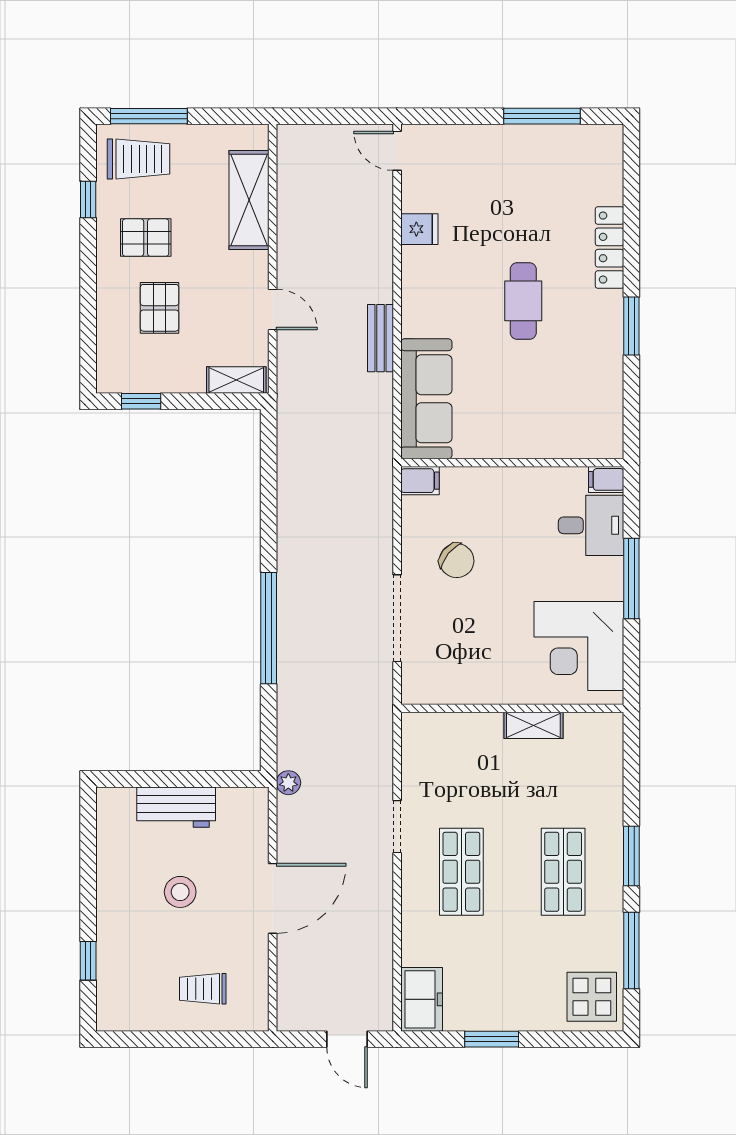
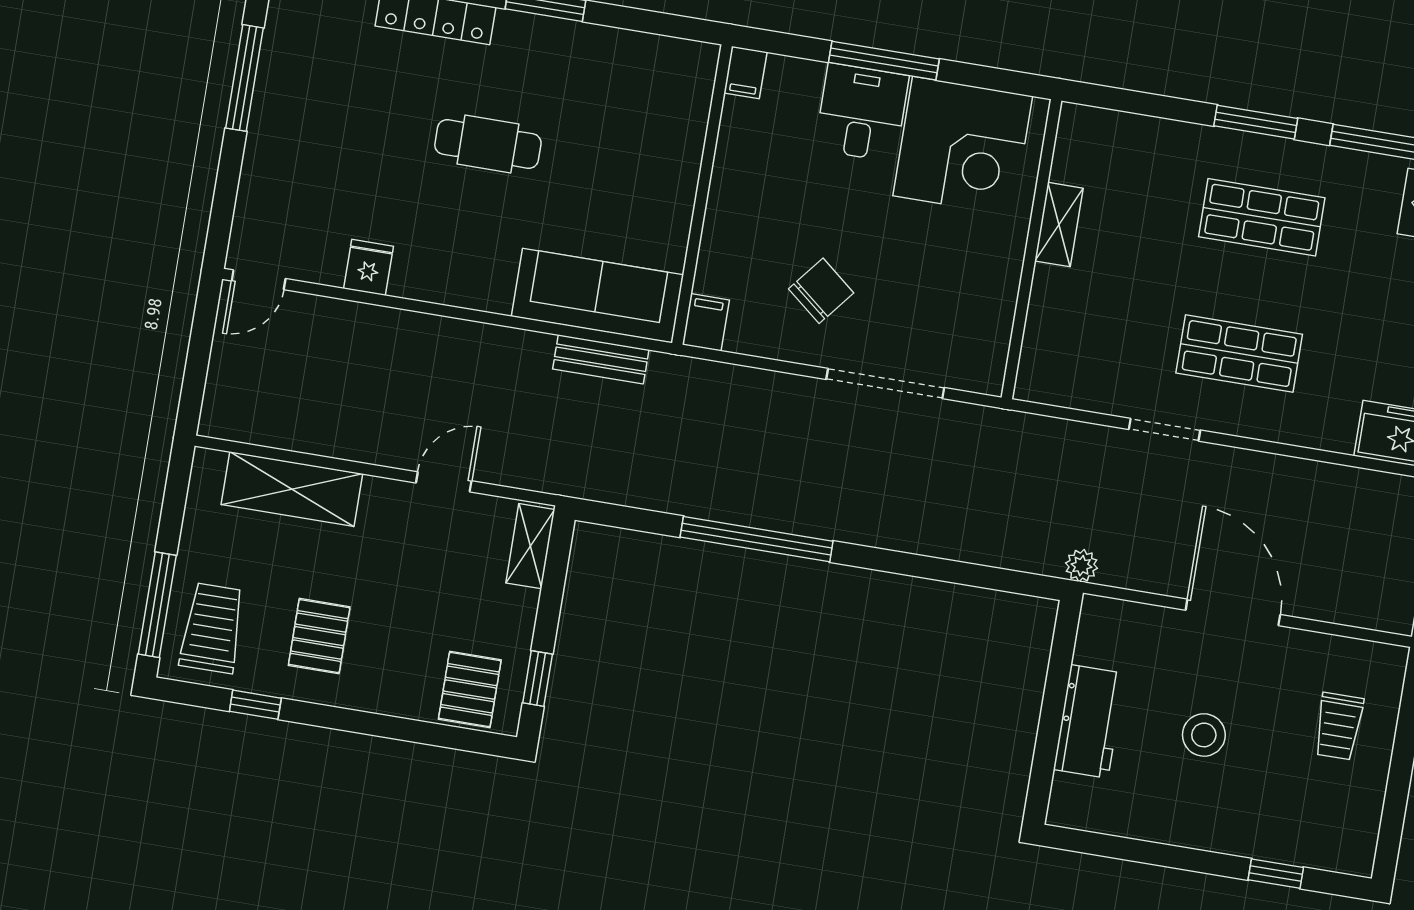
pallet: (160, 308) -> (470, 690), moved, turned 90
bench: (380, 338) -> (601, 359), moved
desk: (591, 525) -> (862, 113), moved
window: (269, 628) -> (757, 539), moved

